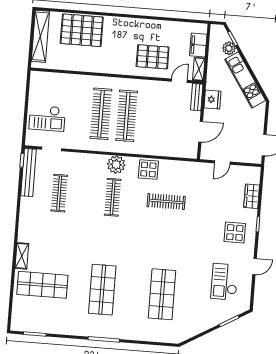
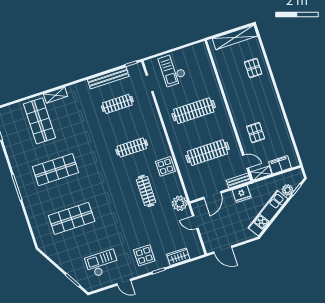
pallet: (82, 30) -> (253, 68), width x0.49, depth x0.50
pallet: (153, 57) -> (256, 133), width x0.67, depth x0.71
clothes rail: (127, 116) -> (207, 153), moved
door: (201, 132) -> (212, 195), hinge flipped
plant: (116, 165) -> (180, 203), moved
bench: (28, 173) -> (108, 78), moved

